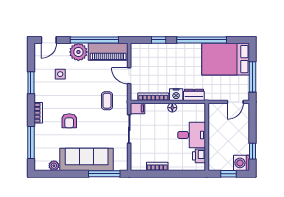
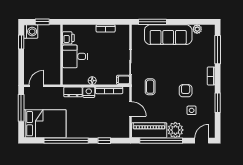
armchair: (69, 121) -> (186, 91), moved

